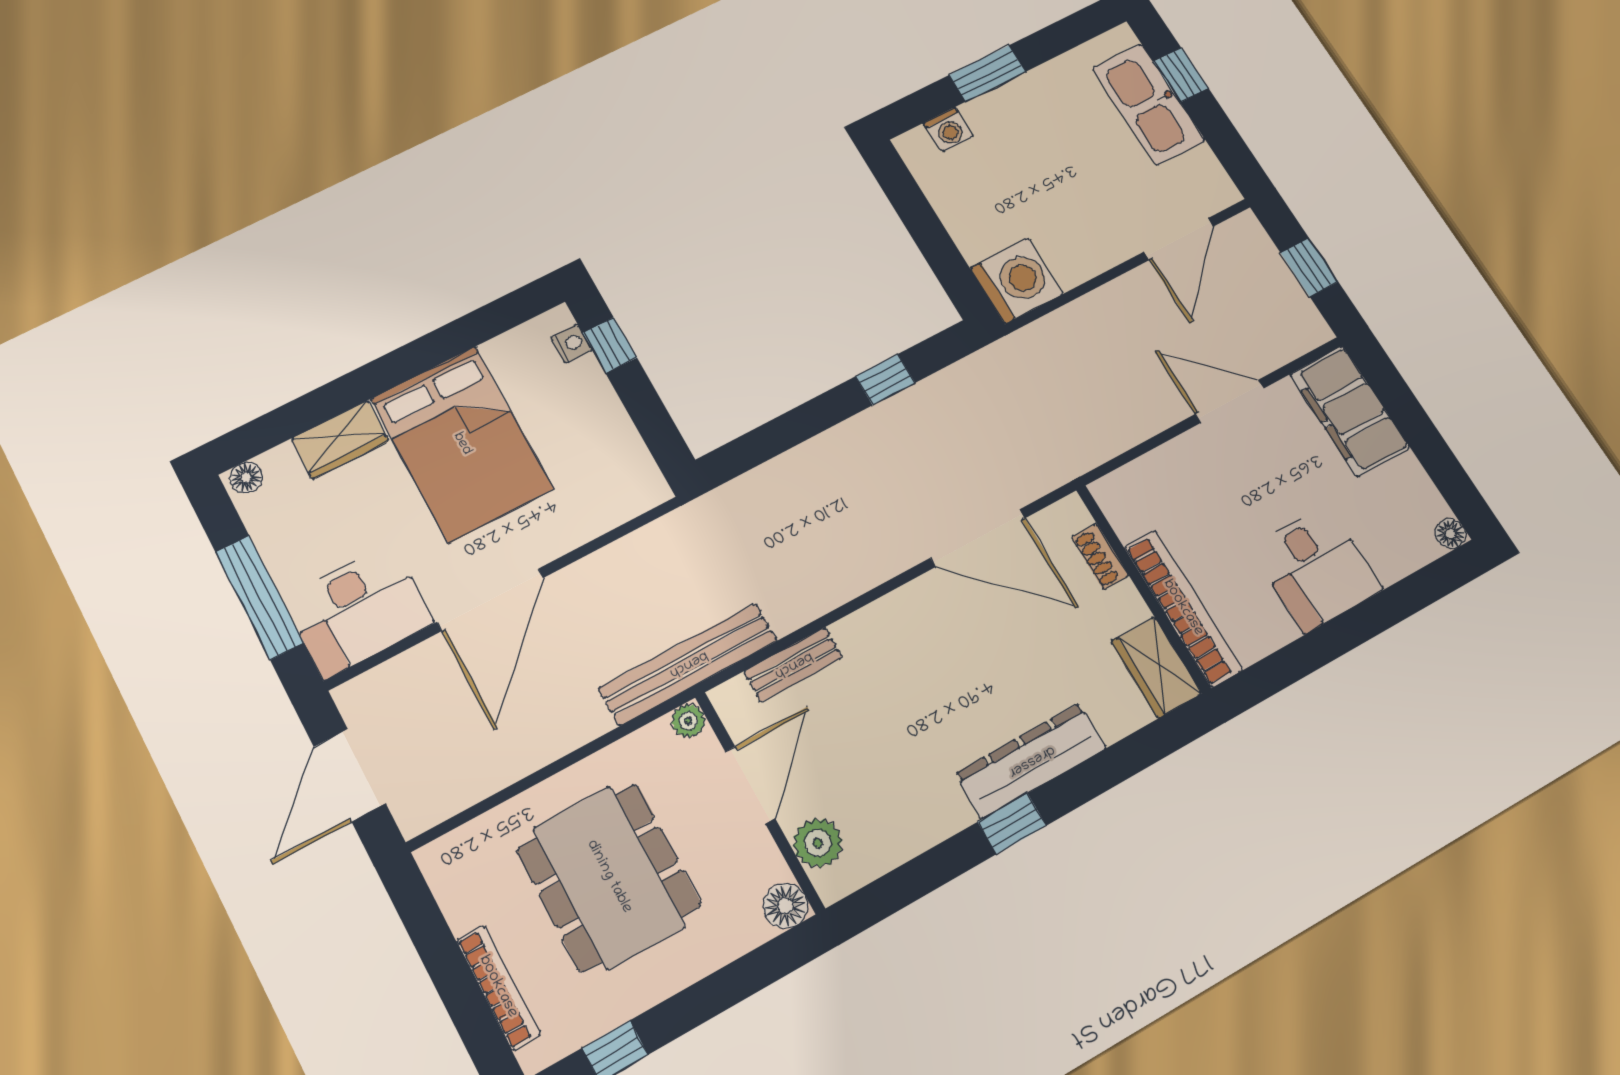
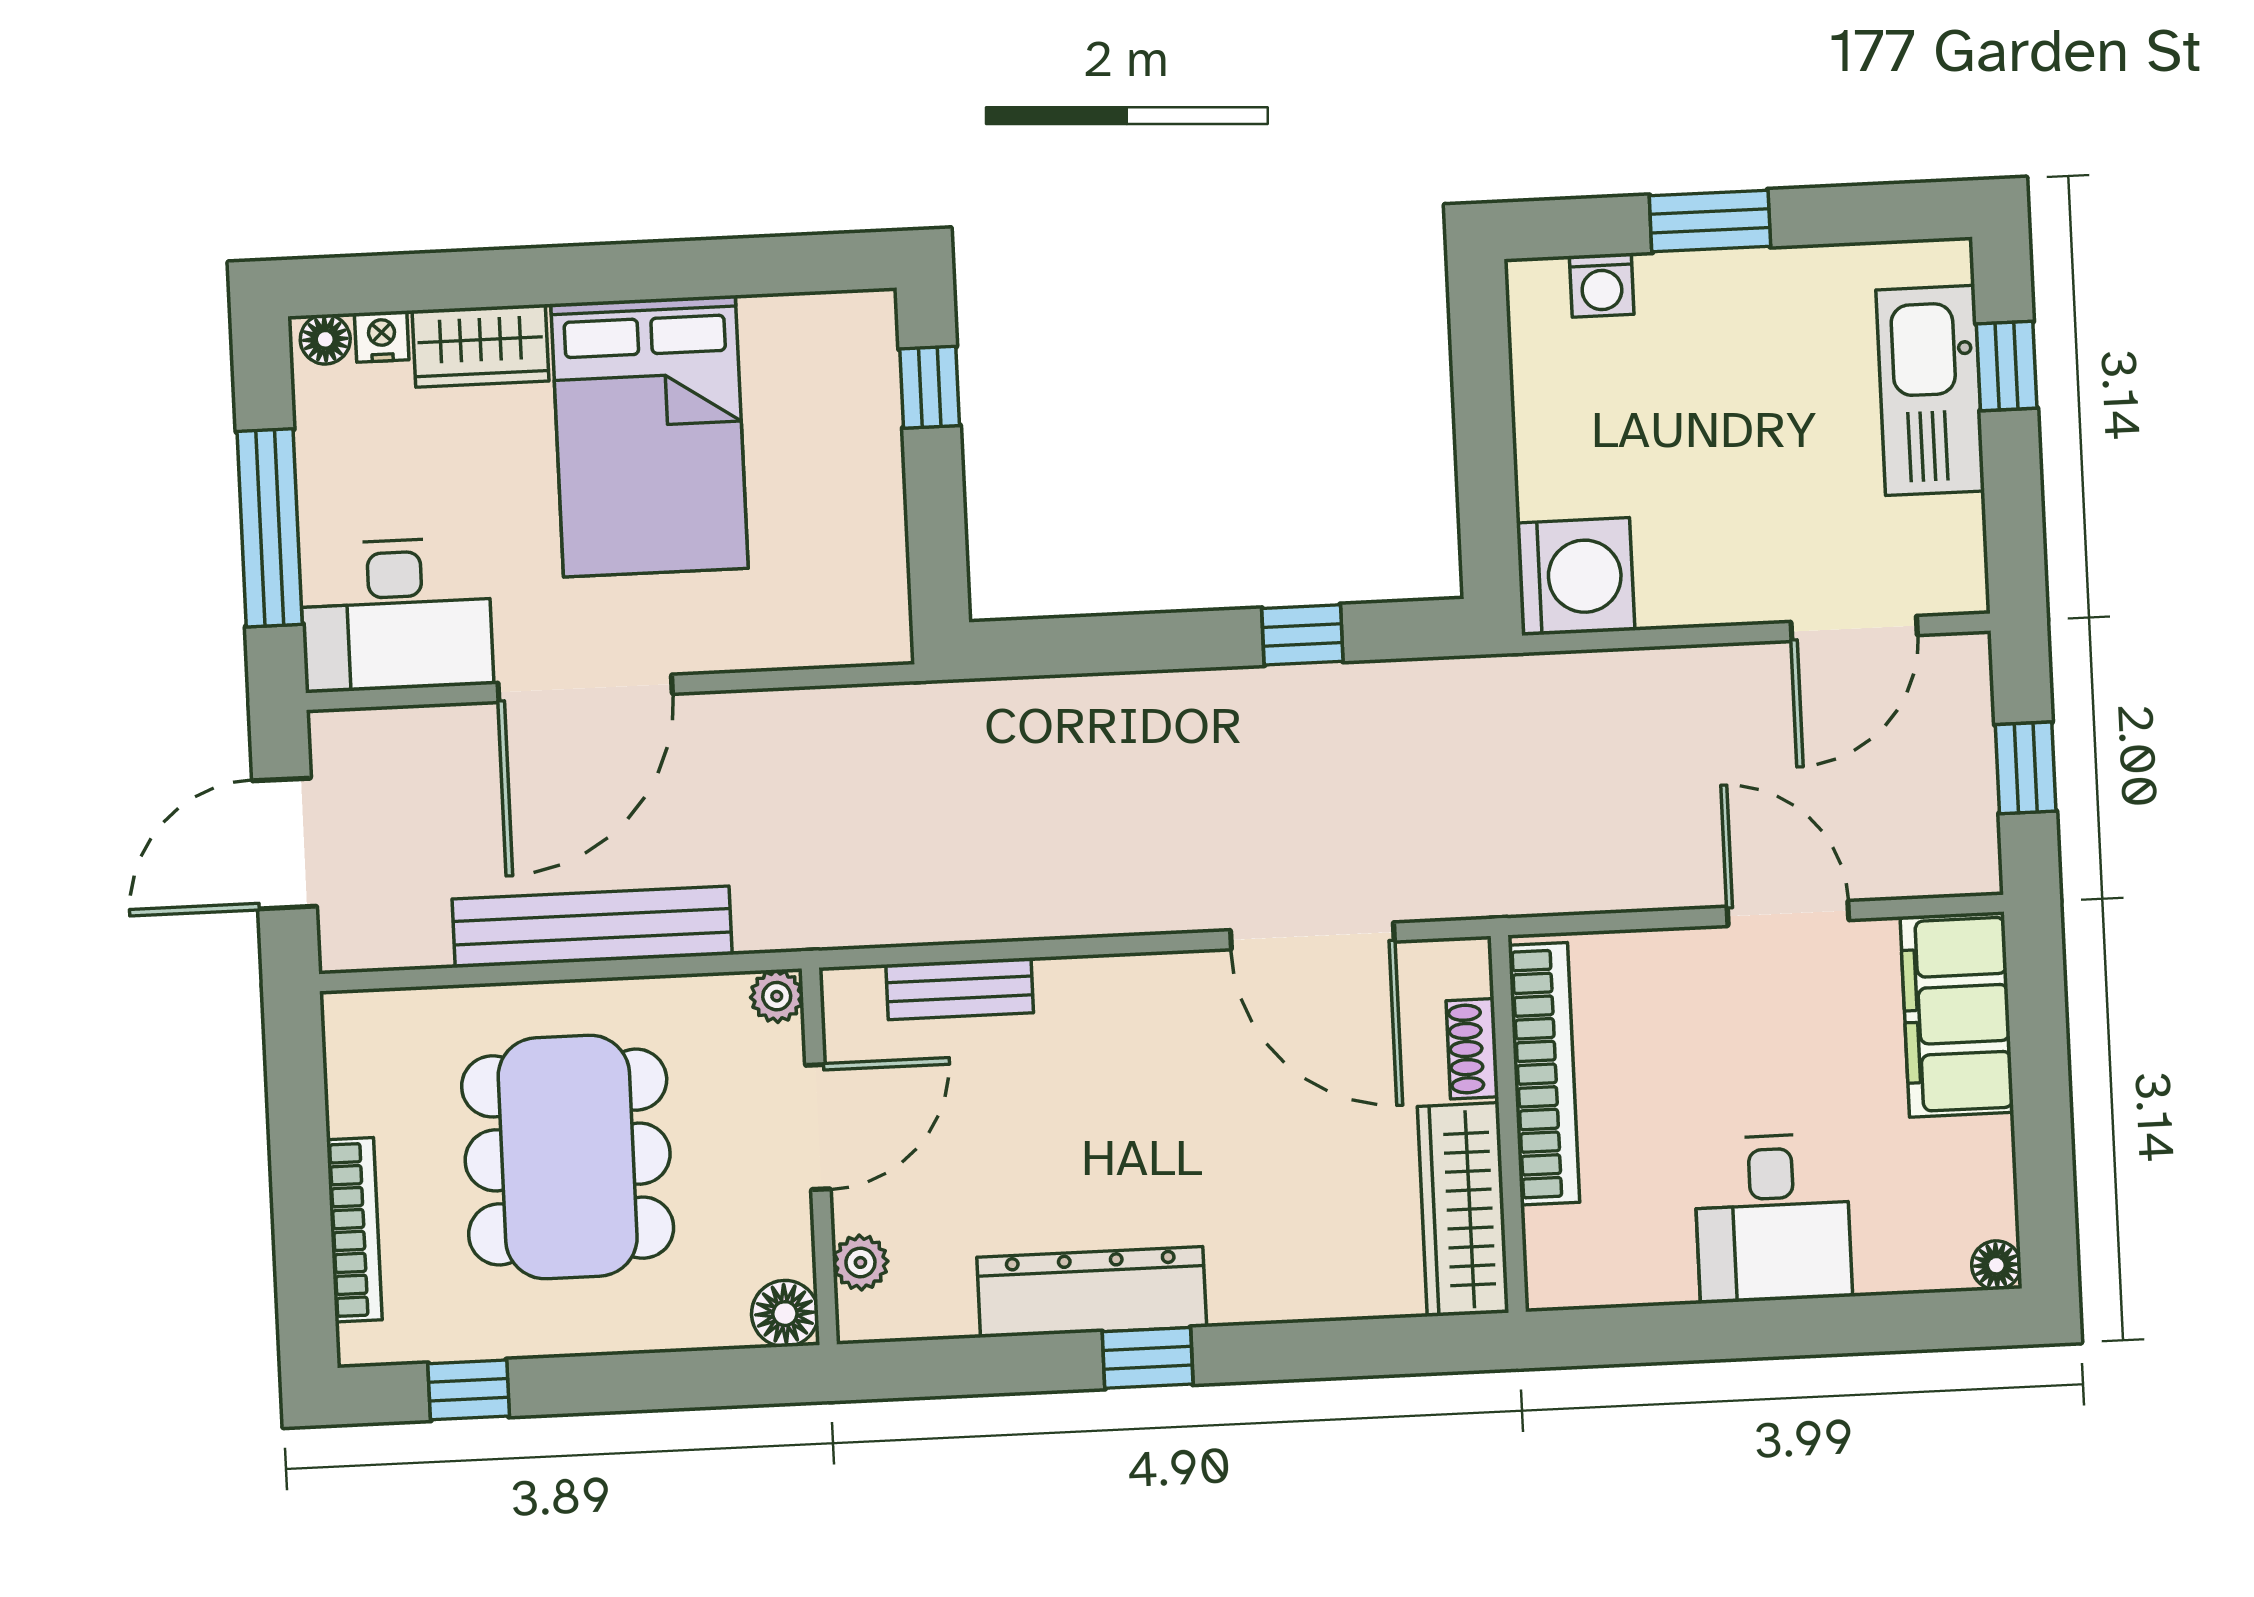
nightstand: (571, 344) -> (382, 336), moved, turned -90
bookcase: (1183, 608) -> (1544, 1074), moved
bench: (688, 664) -> (592, 927), moved
wardrobe: (1156, 667) -> (1463, 1209), width x1.50
dresser: (1031, 761) -> (1092, 1292), moved
plant: (818, 843) -> (860, 1262), width x0.73, depth x0.73

